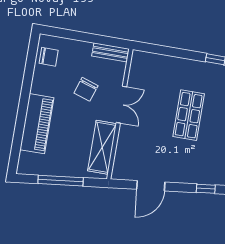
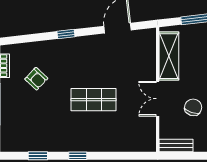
shop shelf: (189, 115) -> (94, 100), turned 90

